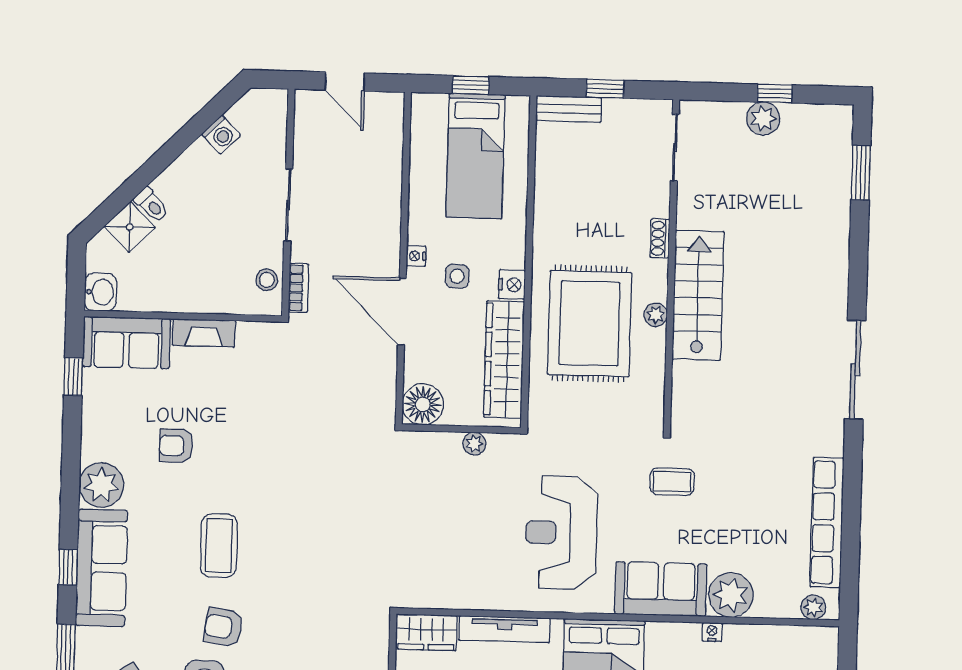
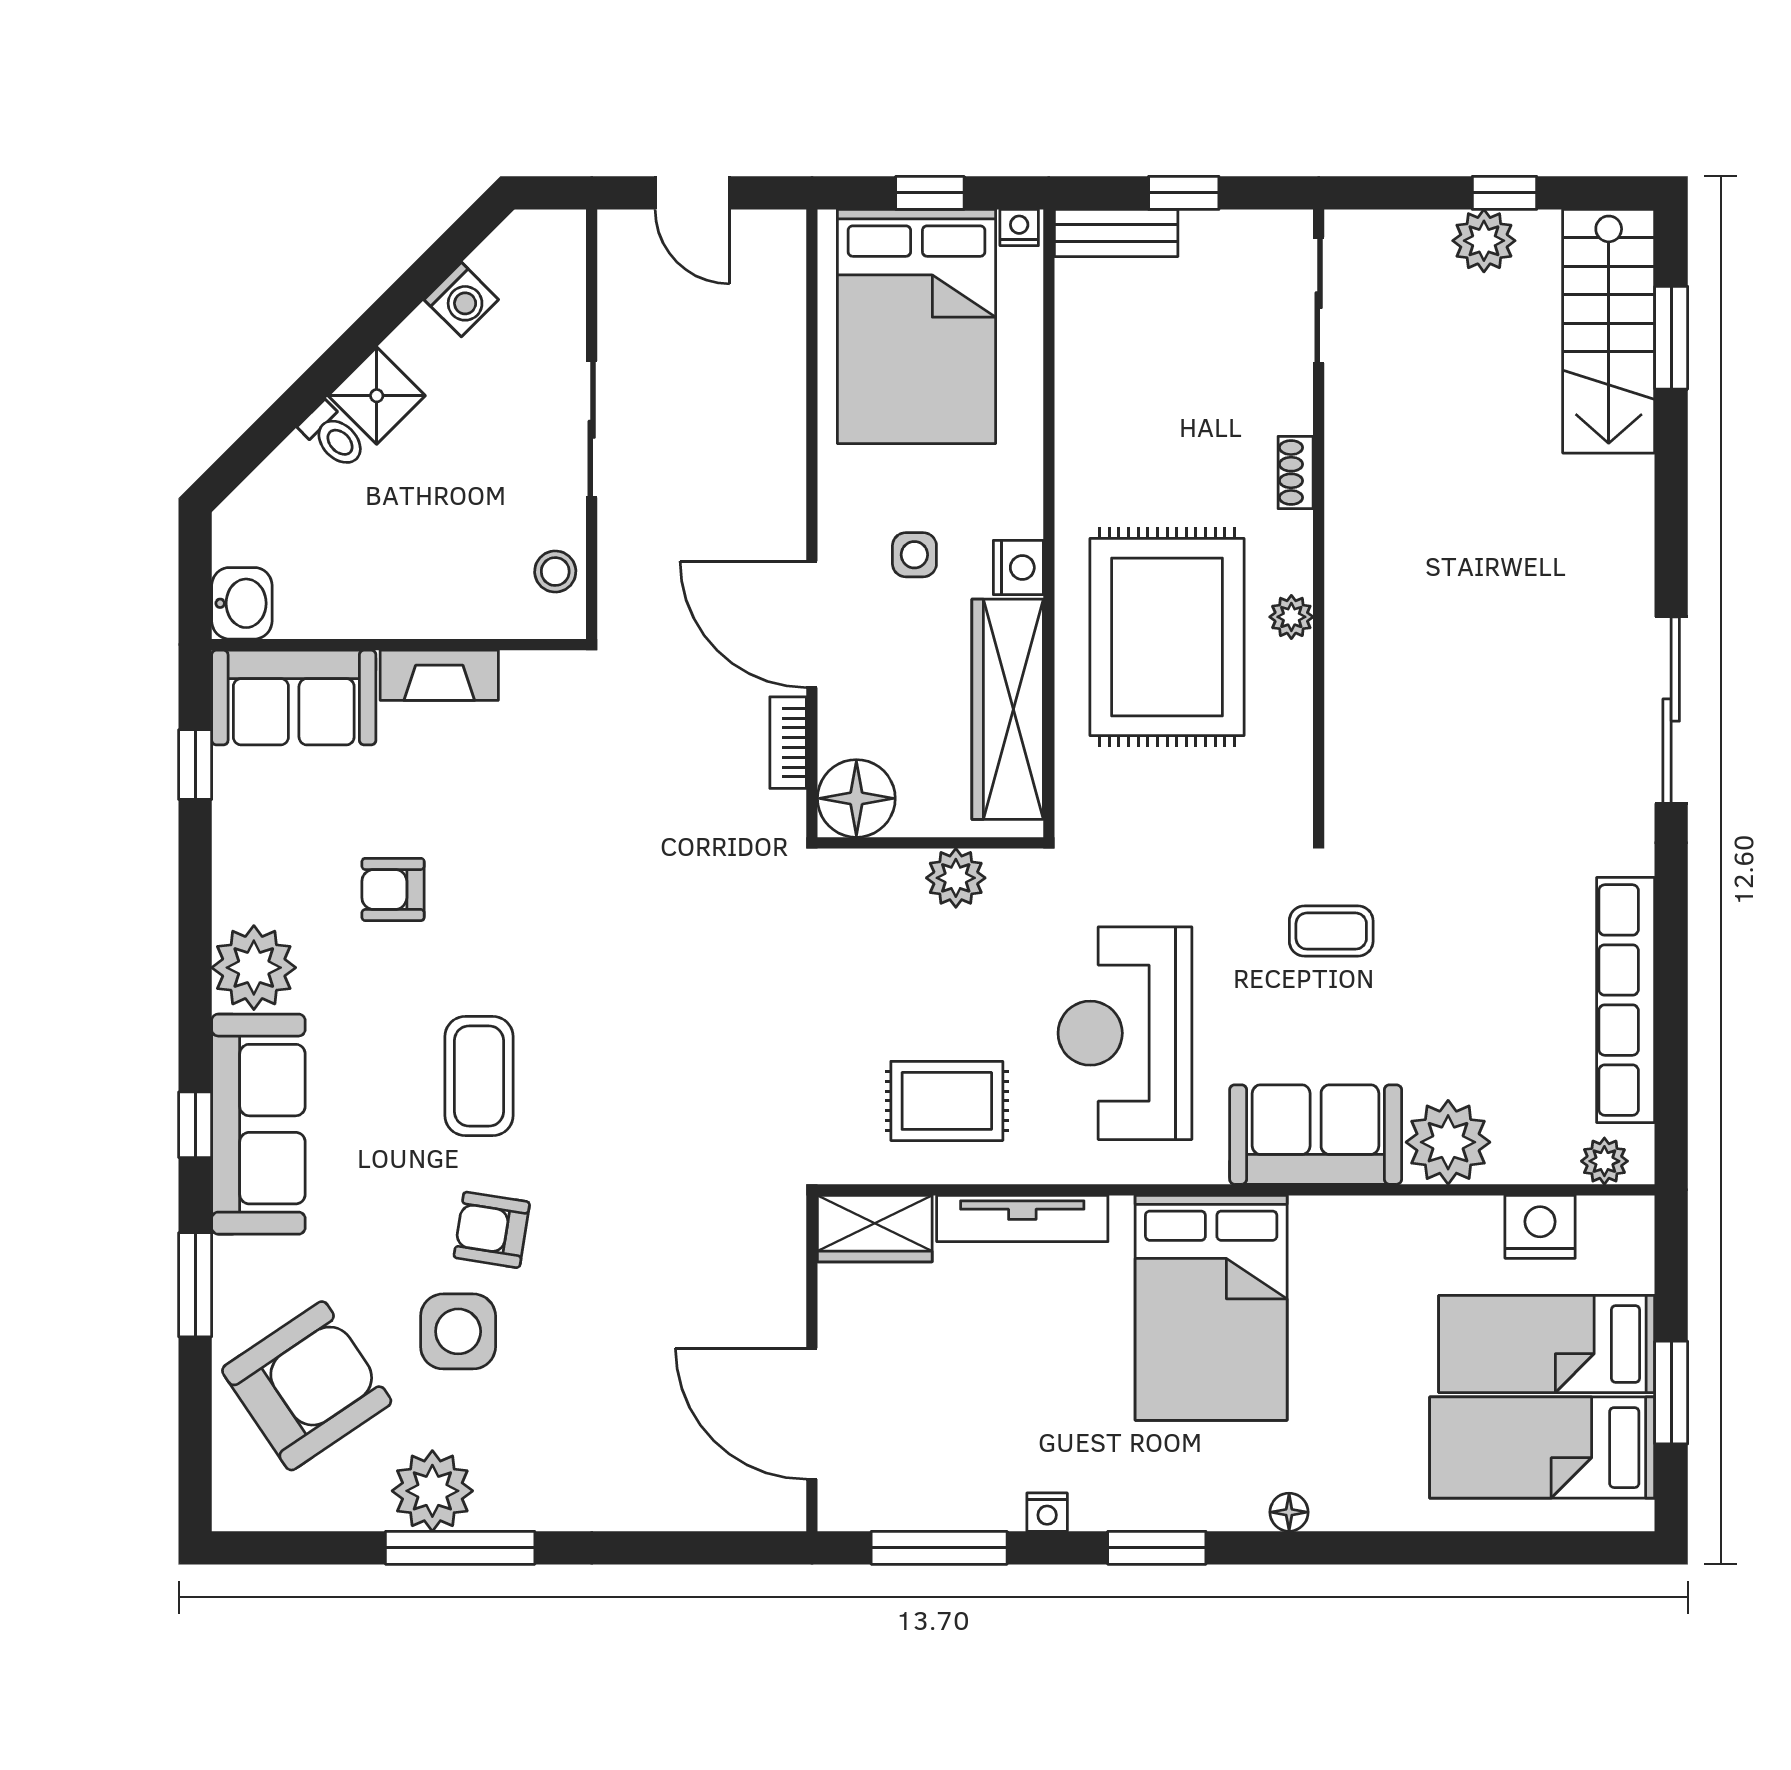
bed: (476, 156) -> (917, 327), width x1.50
shower: (130, 227) -> (377, 396), moved
nightstand: (416, 256) -> (1019, 228), moved, turned 90
bookcase: (298, 288) -> (788, 743), moved, turned 180
stairs: (698, 295) -> (1609, 331), moved, turned 180
plant: (474, 444) -> (956, 878), width x1.38, depth x1.38
rug: (466, 566) -> (947, 1101), added
nightstand: (712, 632) -> (1540, 1227), moved, width x1.89, depth x1.79

